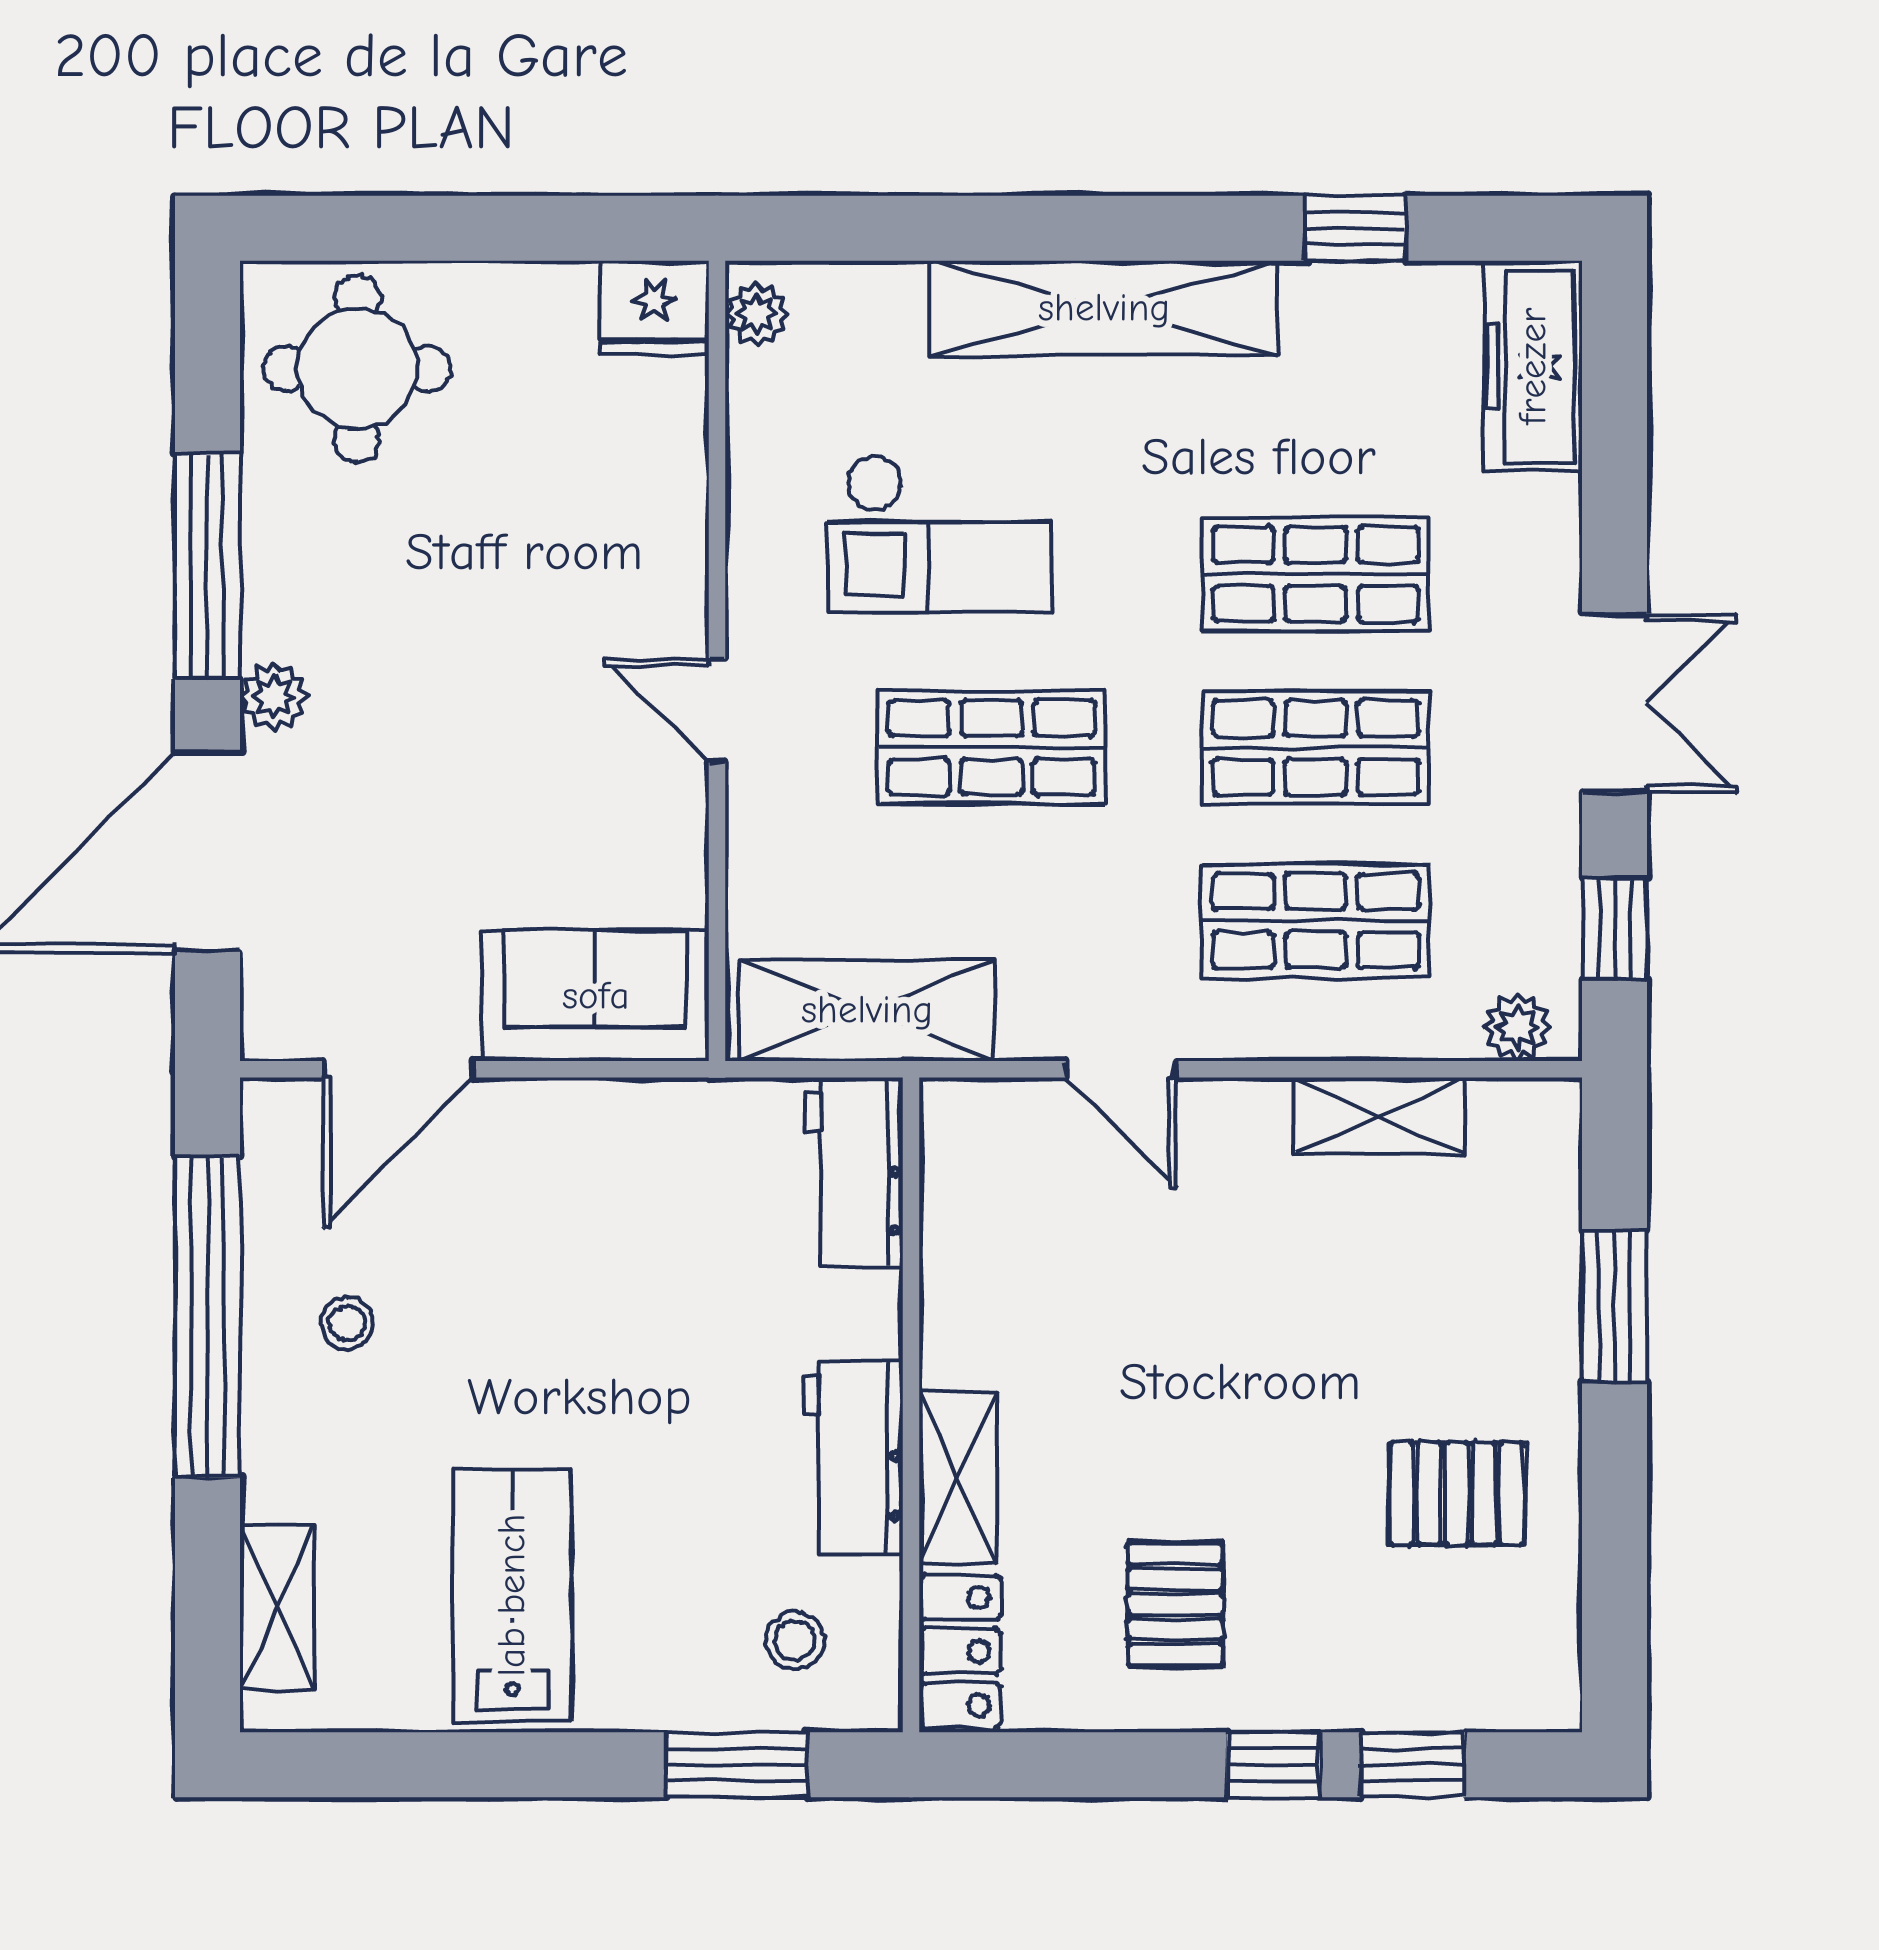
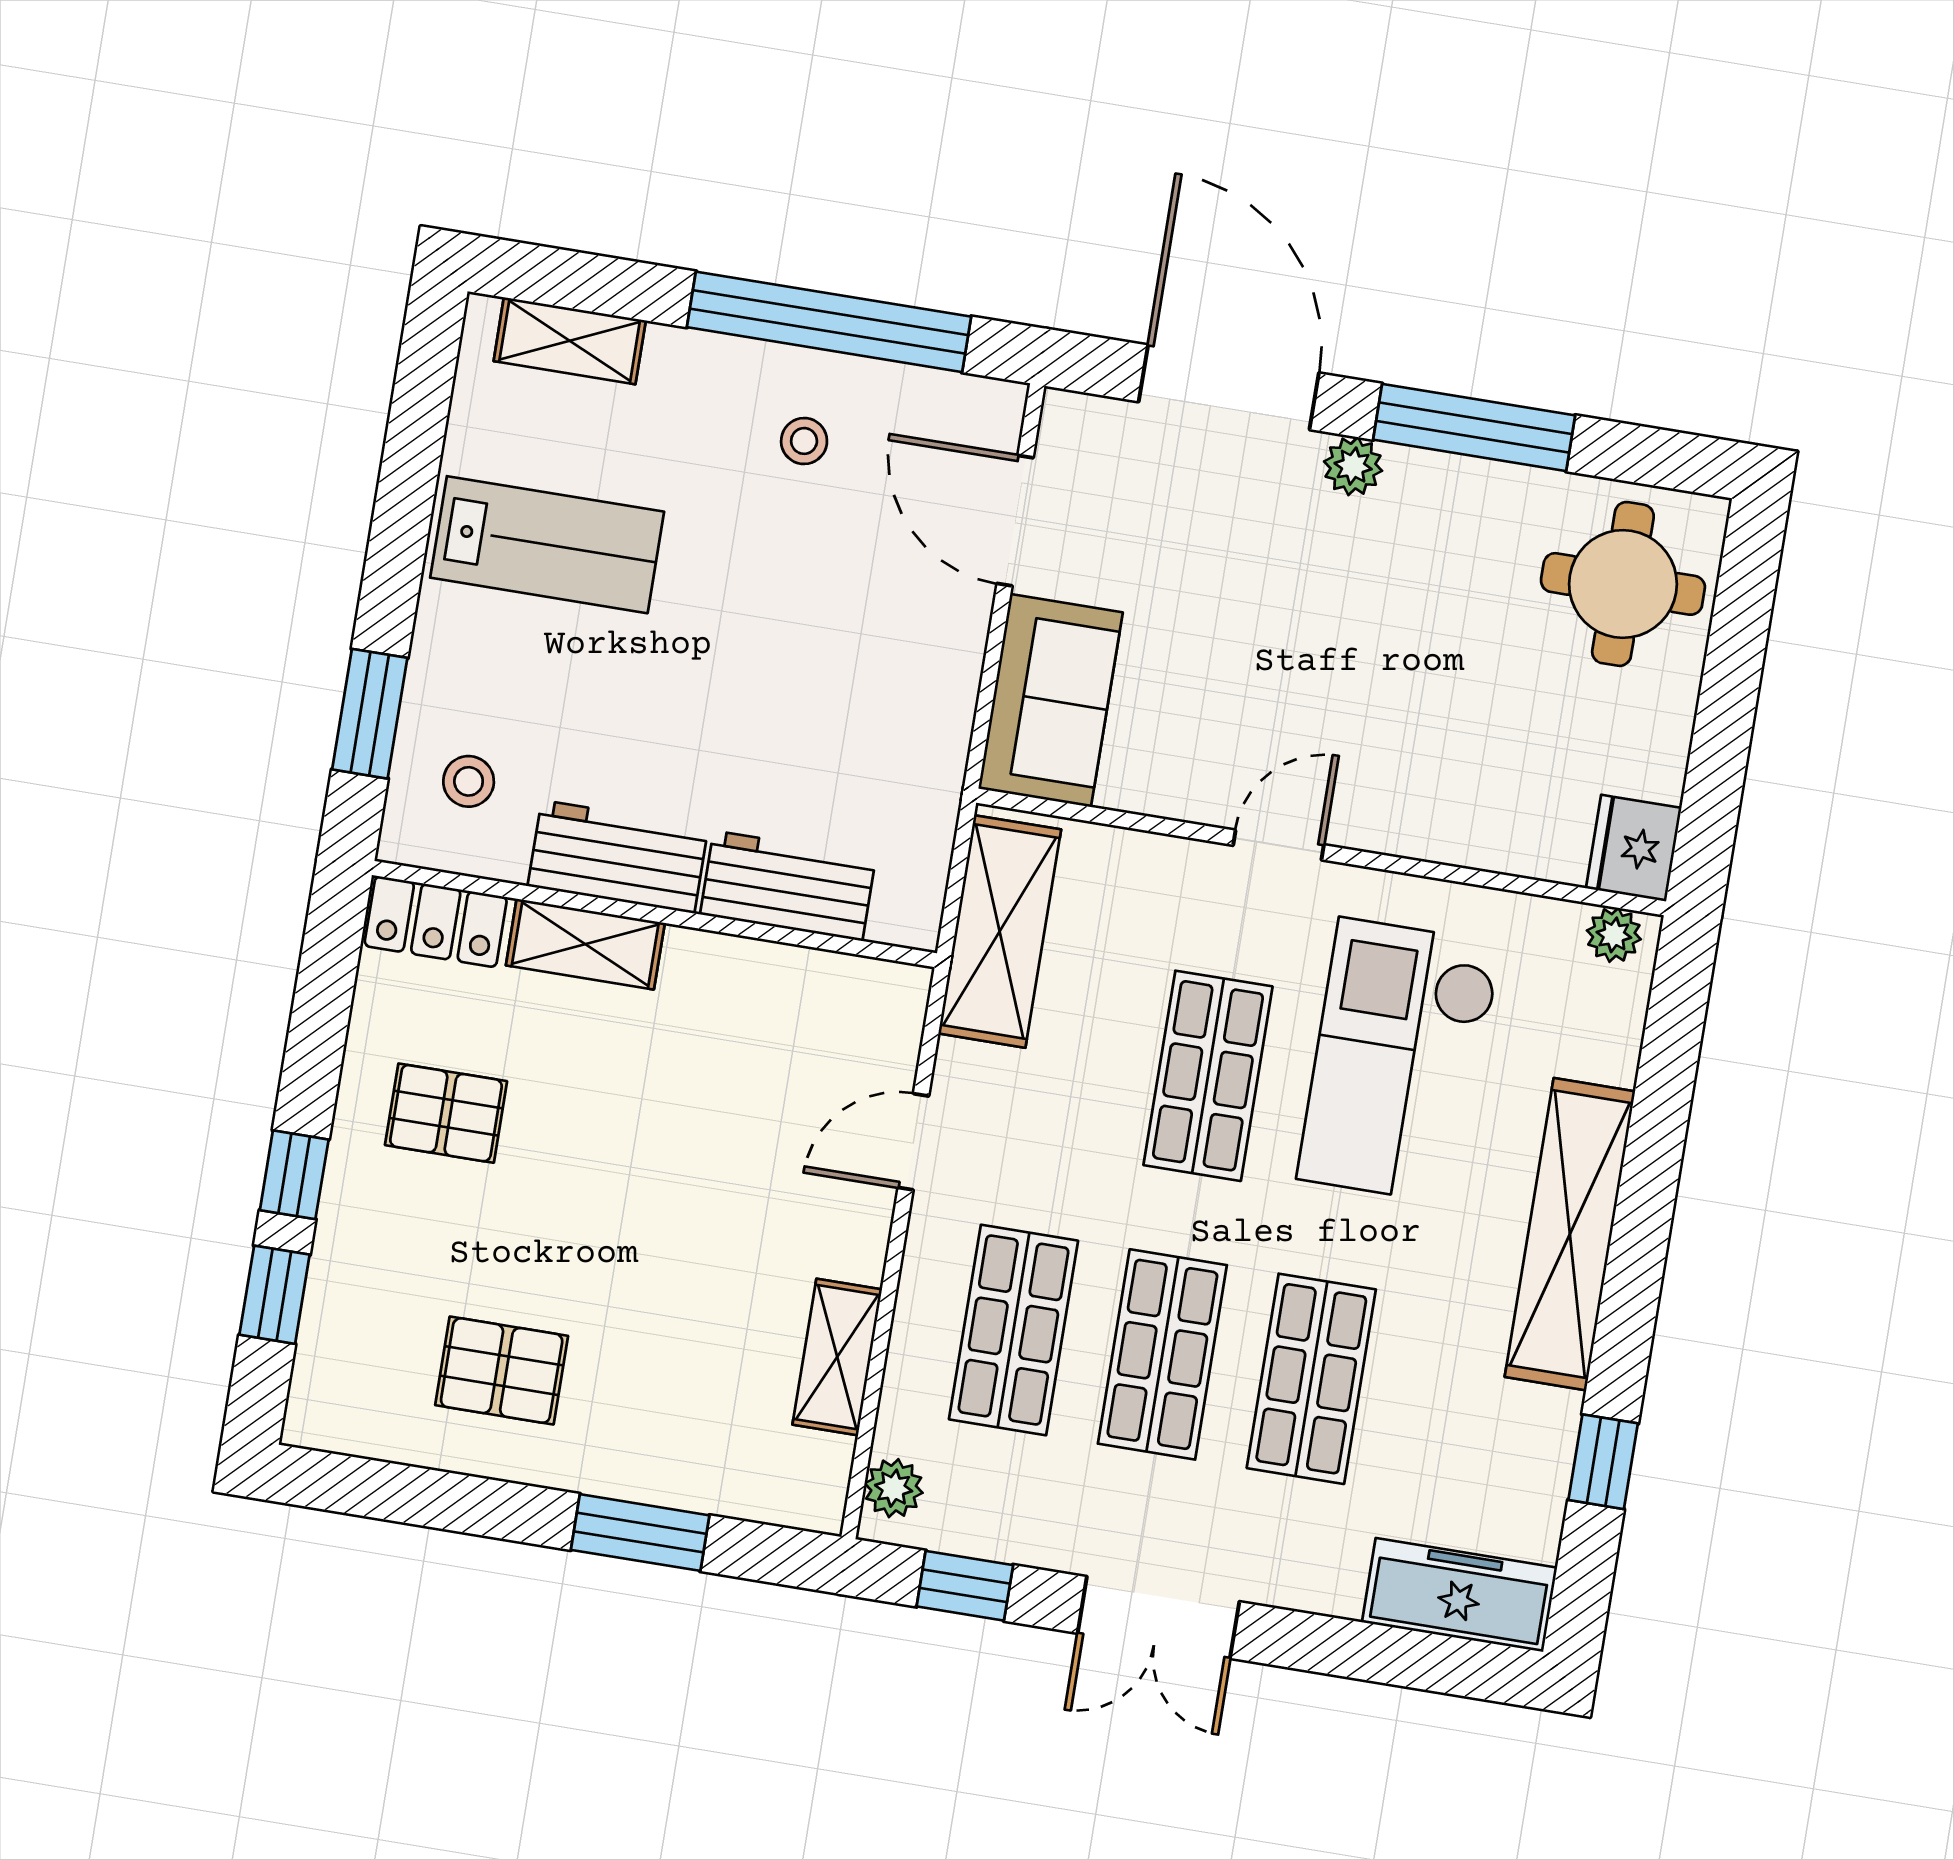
checkout: (939, 534) -> (1399, 1061), width x1.36, depth x1.21
workbench: (854, 1172) -> (788, 886), moved
pallet: (1457, 1493) -> (502, 1371), turned 90

